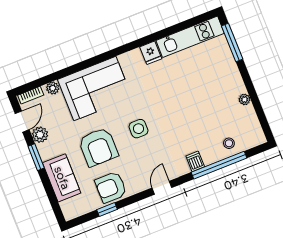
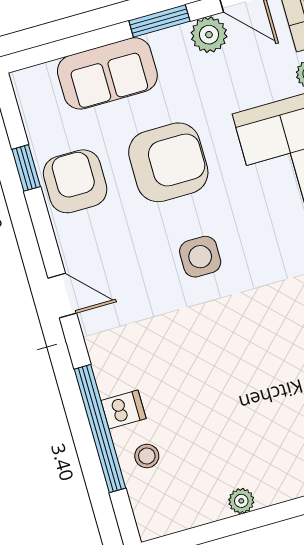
armchair: (98, 147) -> (168, 162), turned 180
dishwasher: (195, 161) -> (123, 409), moved

